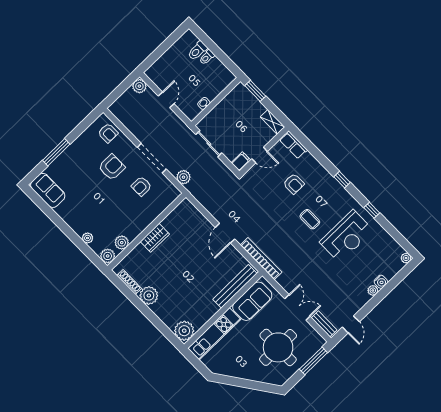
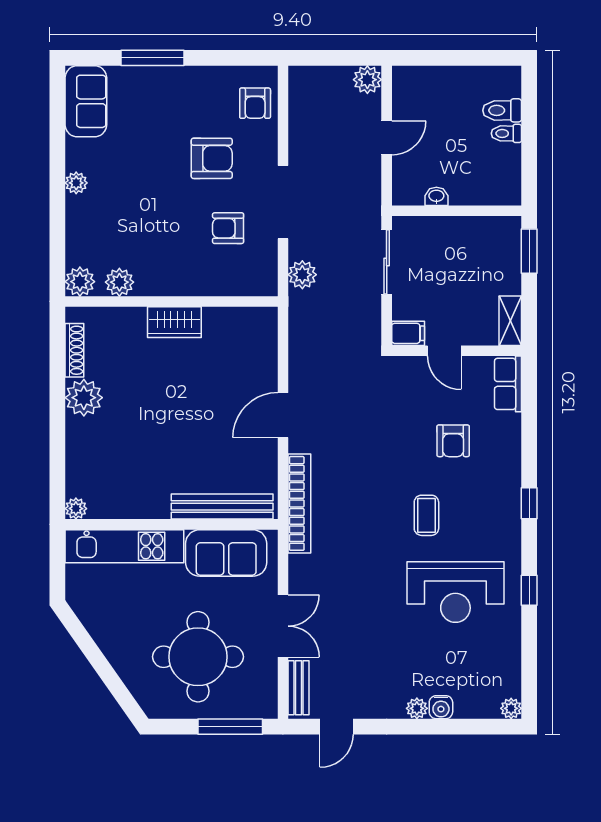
plant: (88, 238) -> (76, 183), moved
plant: (184, 331) -> (76, 509), width x0.53, depth x0.53

